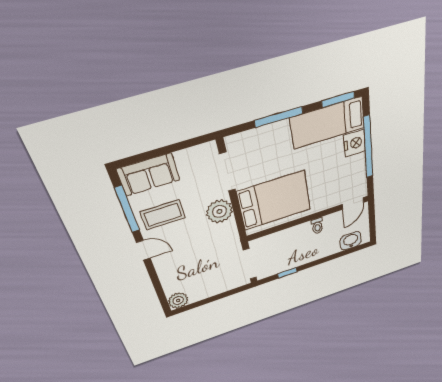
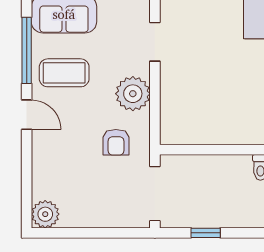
doorway: (227, 172) -> (155, 42), width x0.73
bed: (274, 201) -> (206, 104), removed
armchair: (215, 245) -> (116, 142), added

